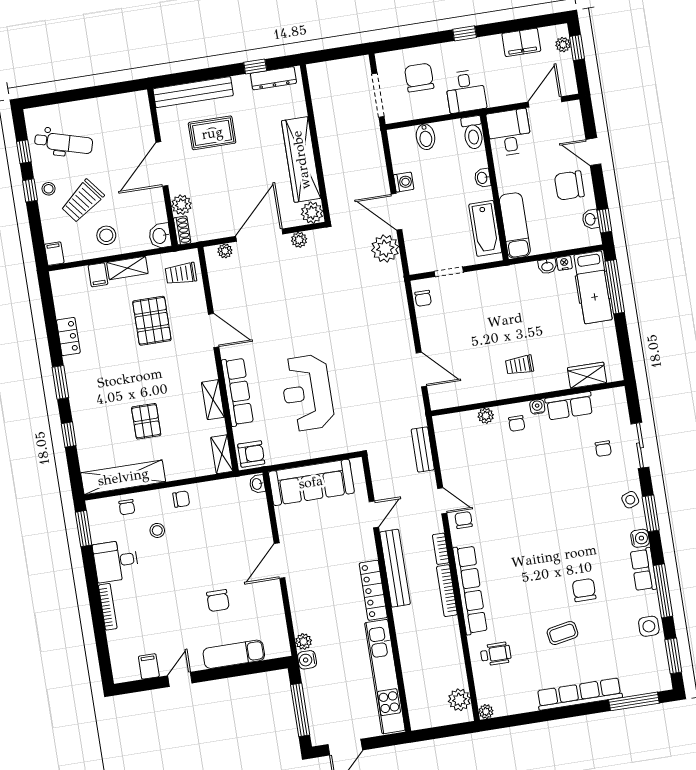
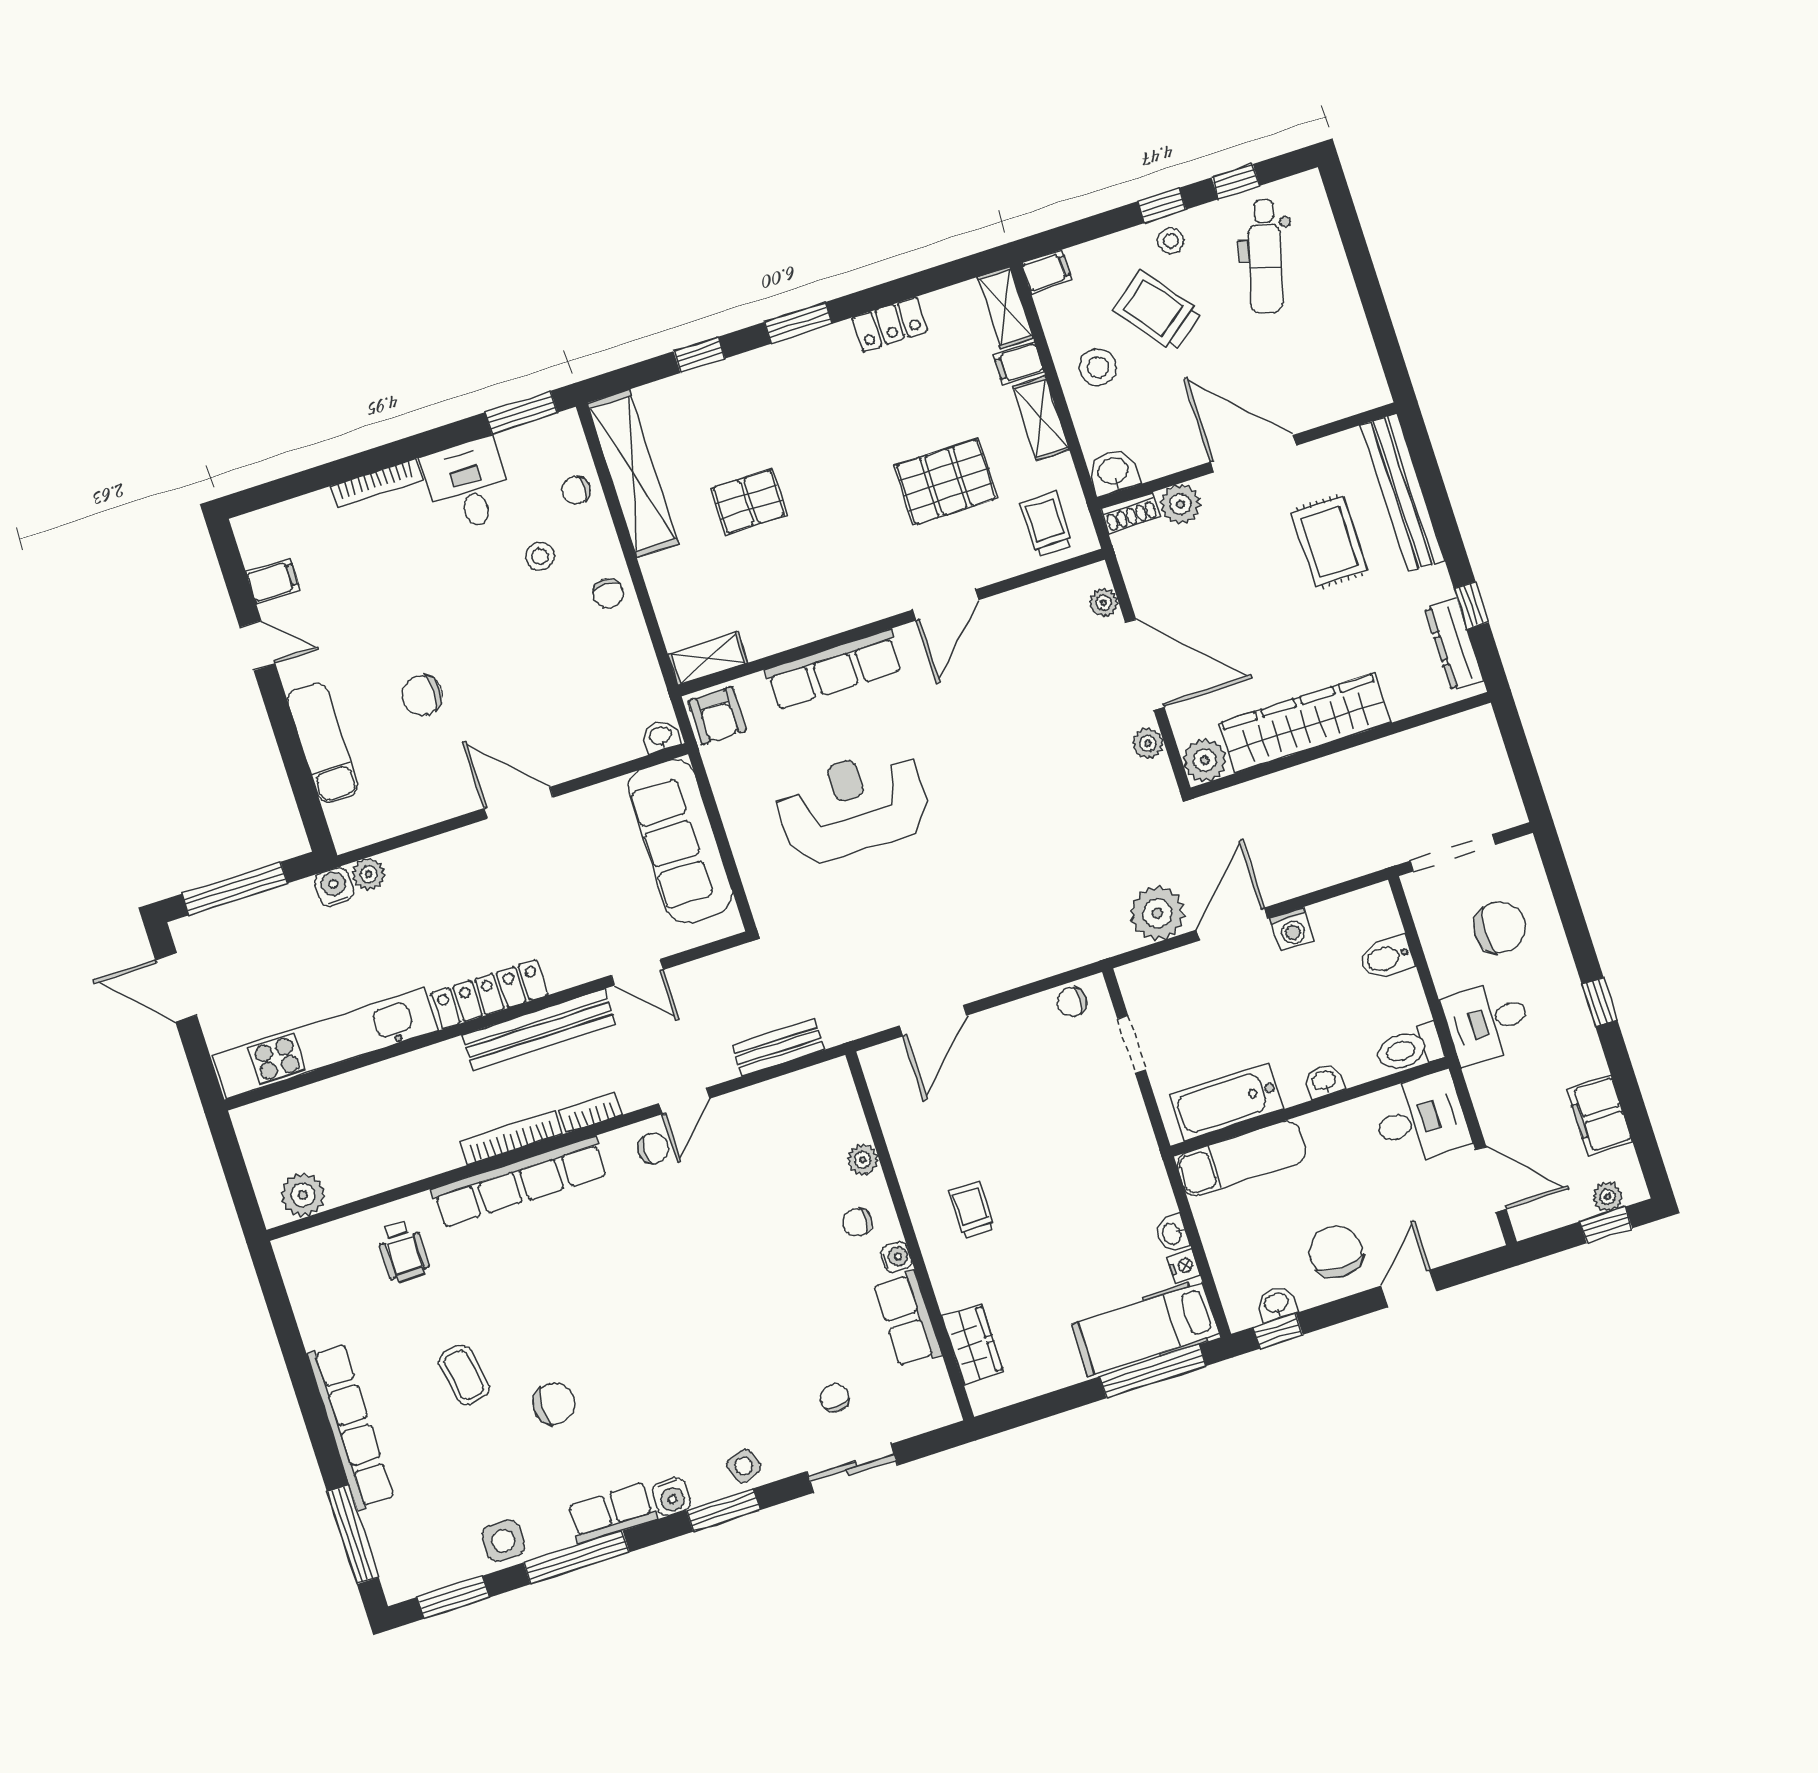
shelving: (213, 400) -> (1006, 307), moved, turned 90
chair: (603, 449) -> (835, 1398), turned 90
plant: (486, 712) -> (288, 1250), removed

